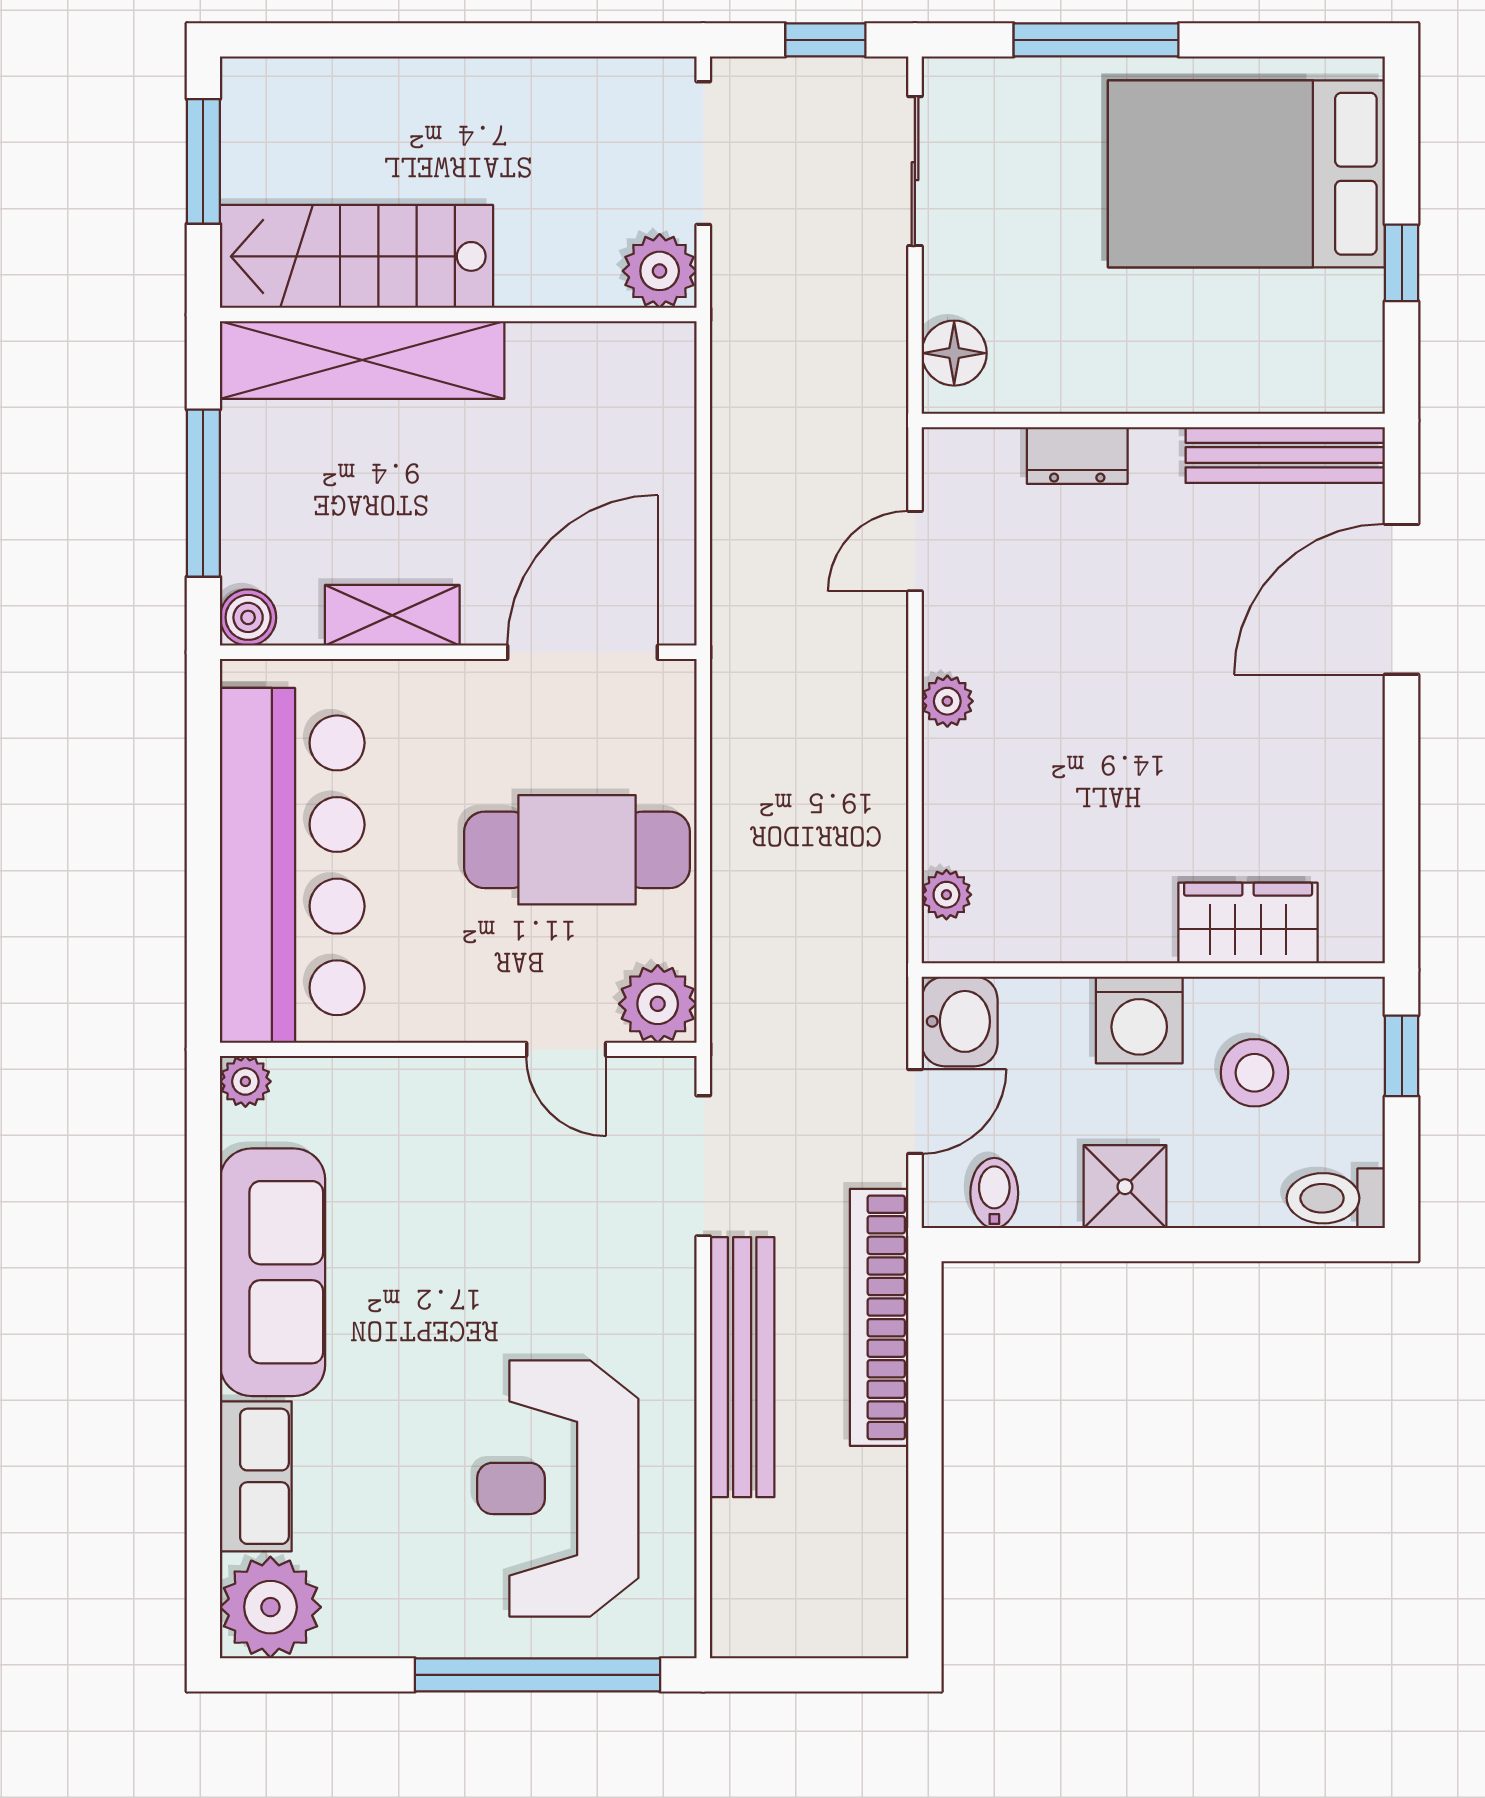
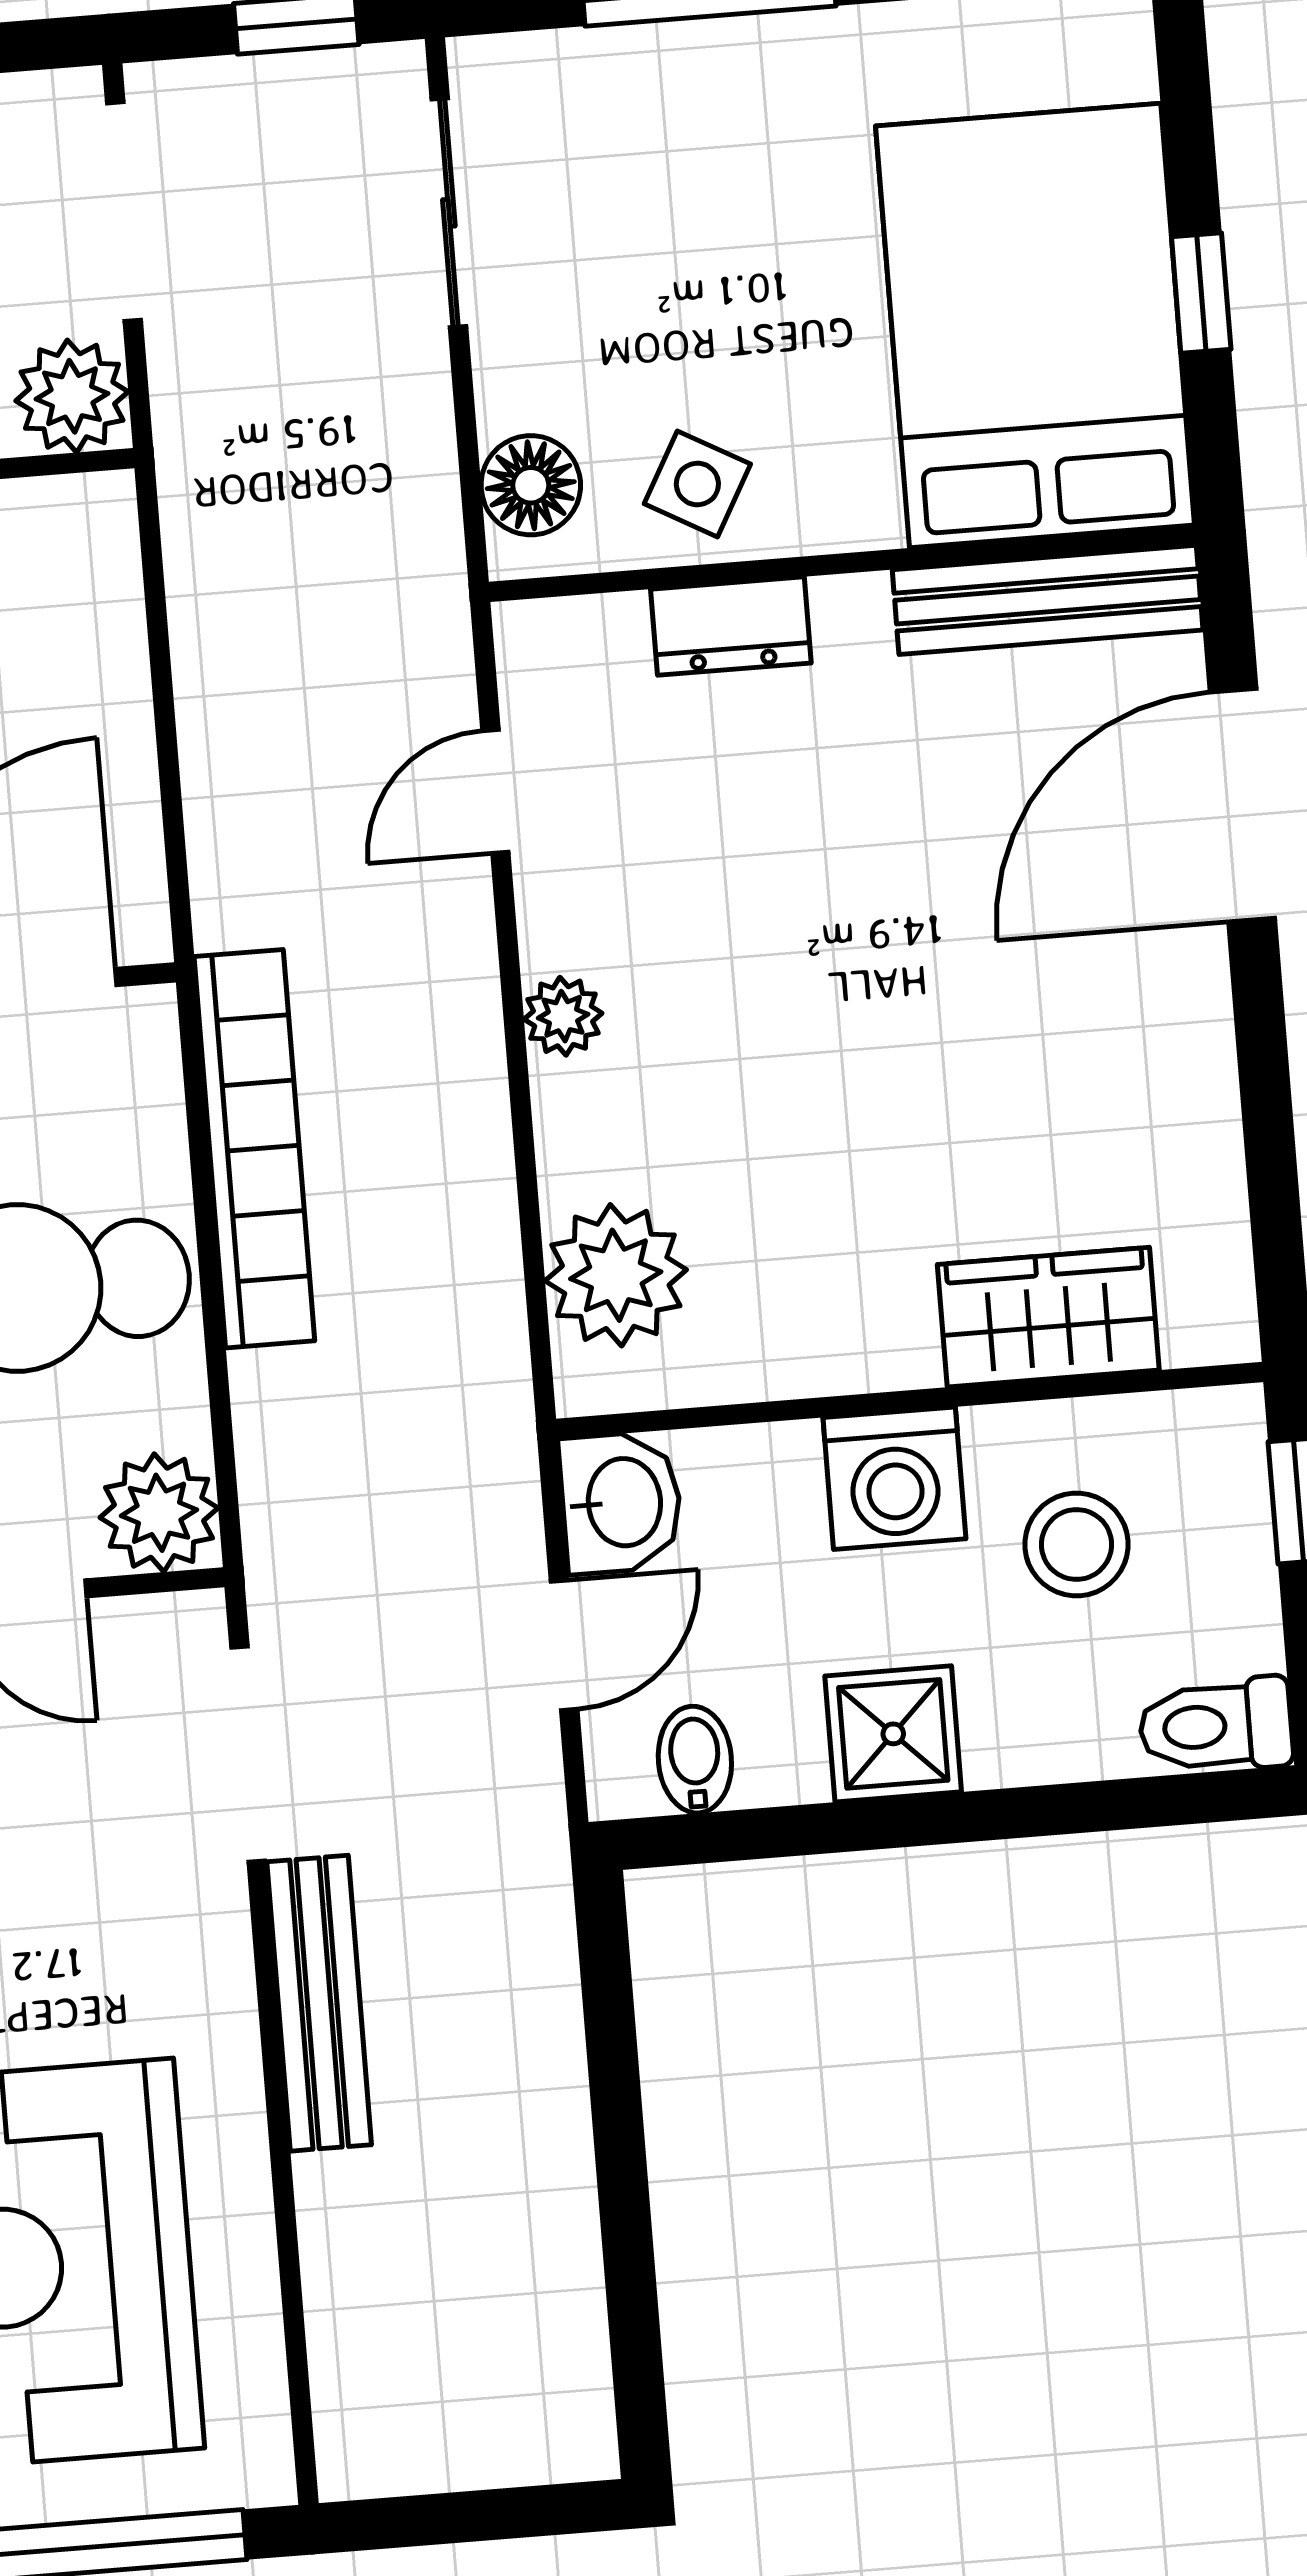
bed: (1246, 174) -> (1035, 325), moved, turned 90
side table: (1063, 361) -> (697, 484), added
plant: (946, 895) -> (616, 1275), width x1.88, depth x1.88
bookcase: (879, 1317) -> (254, 1149), moved, turned 180
bench: (742, 1367) -> (319, 2003), width x0.73, depth x0.82

